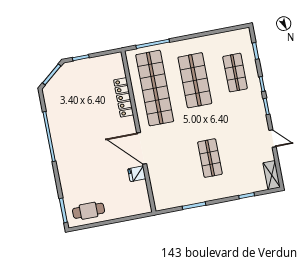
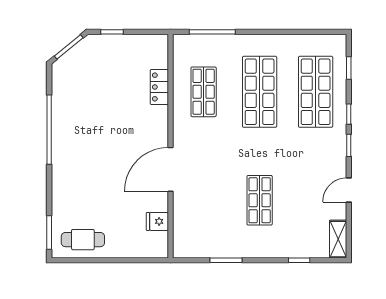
shop shelf: (235, 73) -> (316, 92), width x1.43, depth x1.36
shop shelf: (155, 88) -> (204, 92), width x0.50, depth x0.74
locker: (124, 97) -> (159, 87), width x0.66
door: (272, 138) -> (349, 190), swing flipped
door: (142, 148) -> (170, 169), hinge flipped
fridge: (137, 174) -> (157, 221), moved

